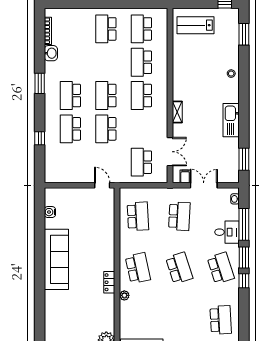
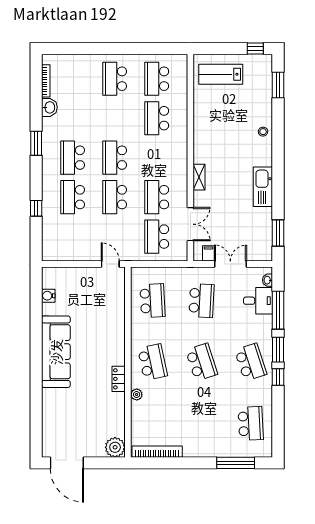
school desk: (141, 96) -> (157, 197), moved
desk: (227, 232) -> (258, 301), moved

